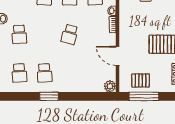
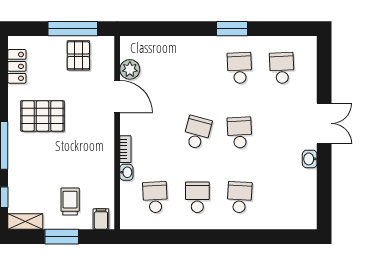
school desk: (19, 34) -> (240, 133), moved
pallet: (141, 80) -> (78, 55), turned 90
plant: (110, 86) -> (130, 69), moved

